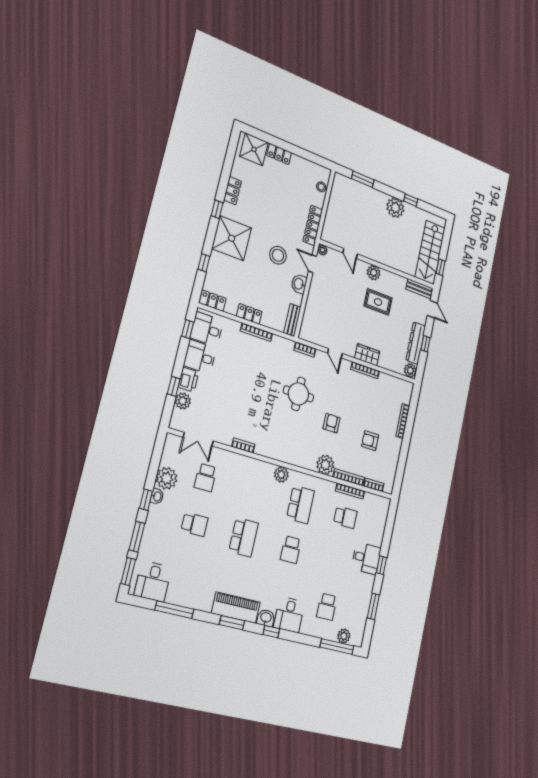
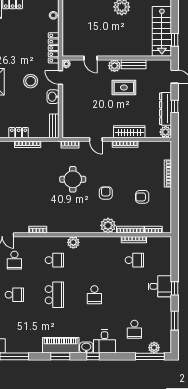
bench: (419, 289) -> (134, 64), moved
wardrobe: (367, 355) -> (129, 132), width x1.50
school desk: (300, 505) -> (54, 260), moved, width x0.54

